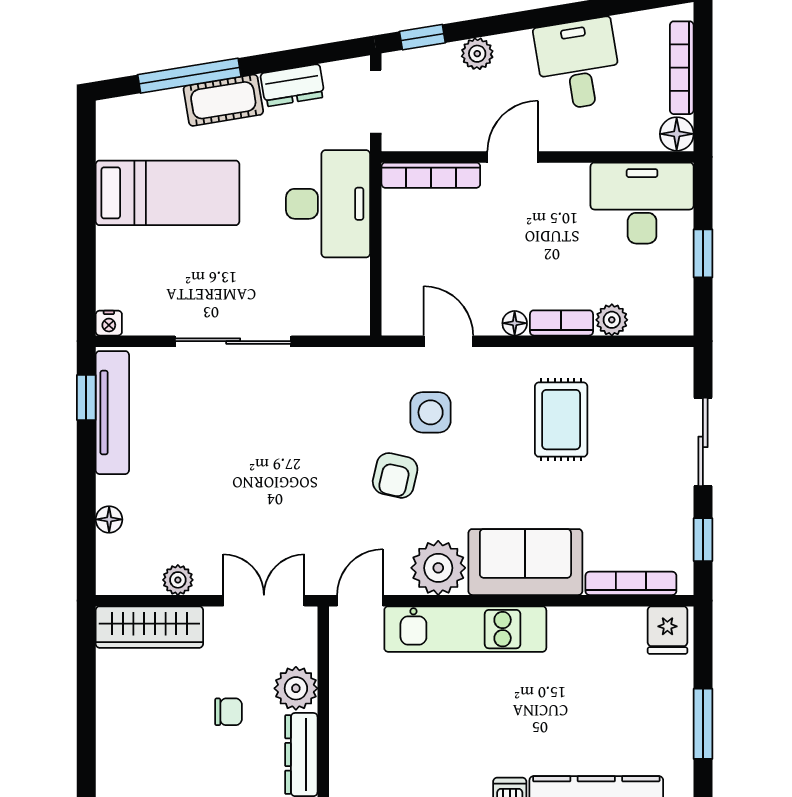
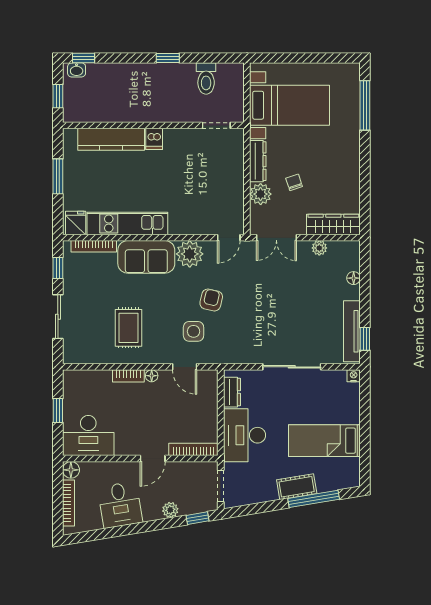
dresser: (293, 85) -> (232, 392), moved, turned 99
plant: (612, 320) -> (103, 377), removed
kitchen unit: (465, 629) -> (127, 224), moved
chair: (228, 712) -> (294, 182), turned 72

